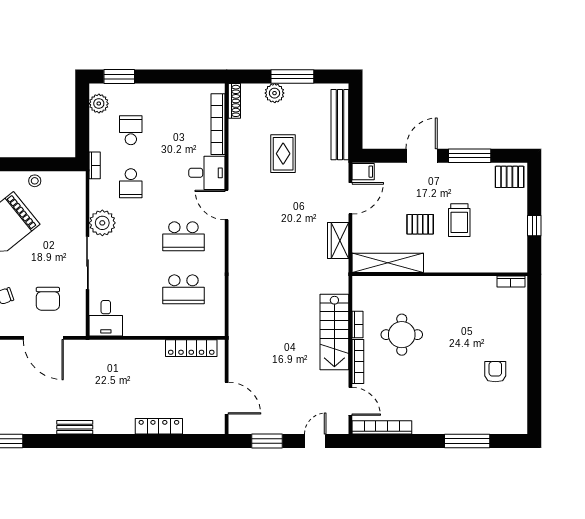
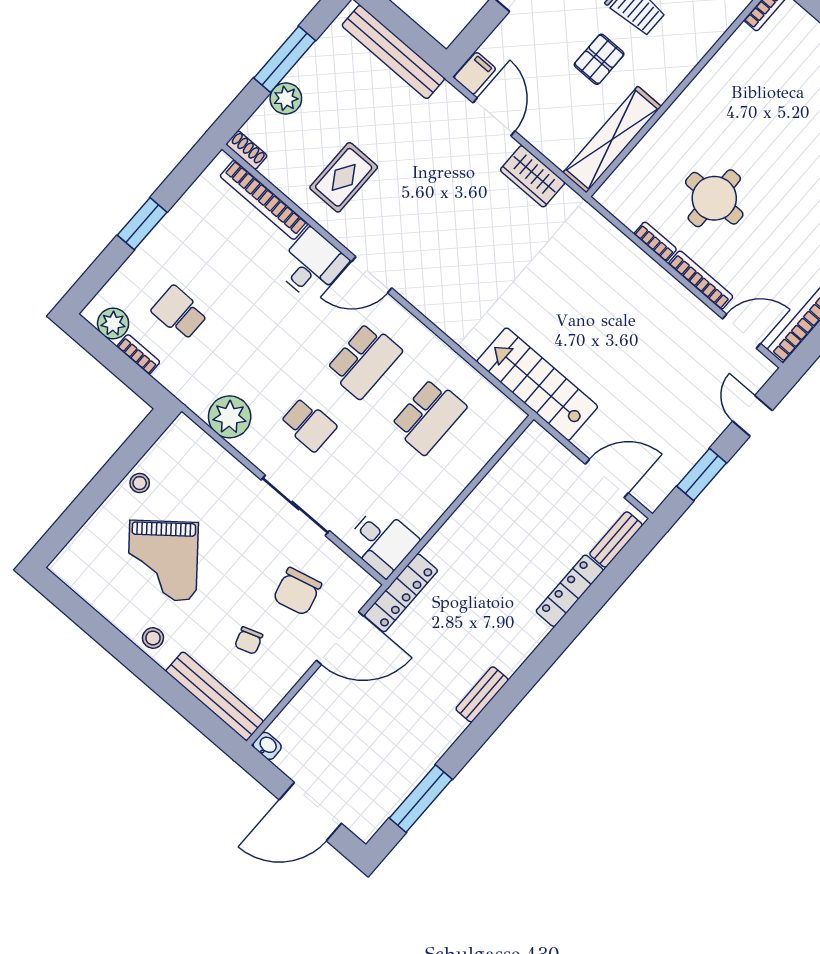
window: (119, 77) -> (142, 224), moved
shoe rack: (234, 101) -> (247, 150), width x0.70
rug: (283, 154) -> (344, 177), moved, turned 90
bookcase: (95, 165) -> (138, 354), moved
school desk: (131, 183) -> (309, 425), moved
plant: (102, 223) -> (230, 417), moved
chair: (48, 299) -> (297, 591), turned 76
stairs: (334, 332) -> (537, 384), moved, turned 180
locker: (191, 348) -> (401, 593), moved
bench: (202, 427) -> (616, 540), added

